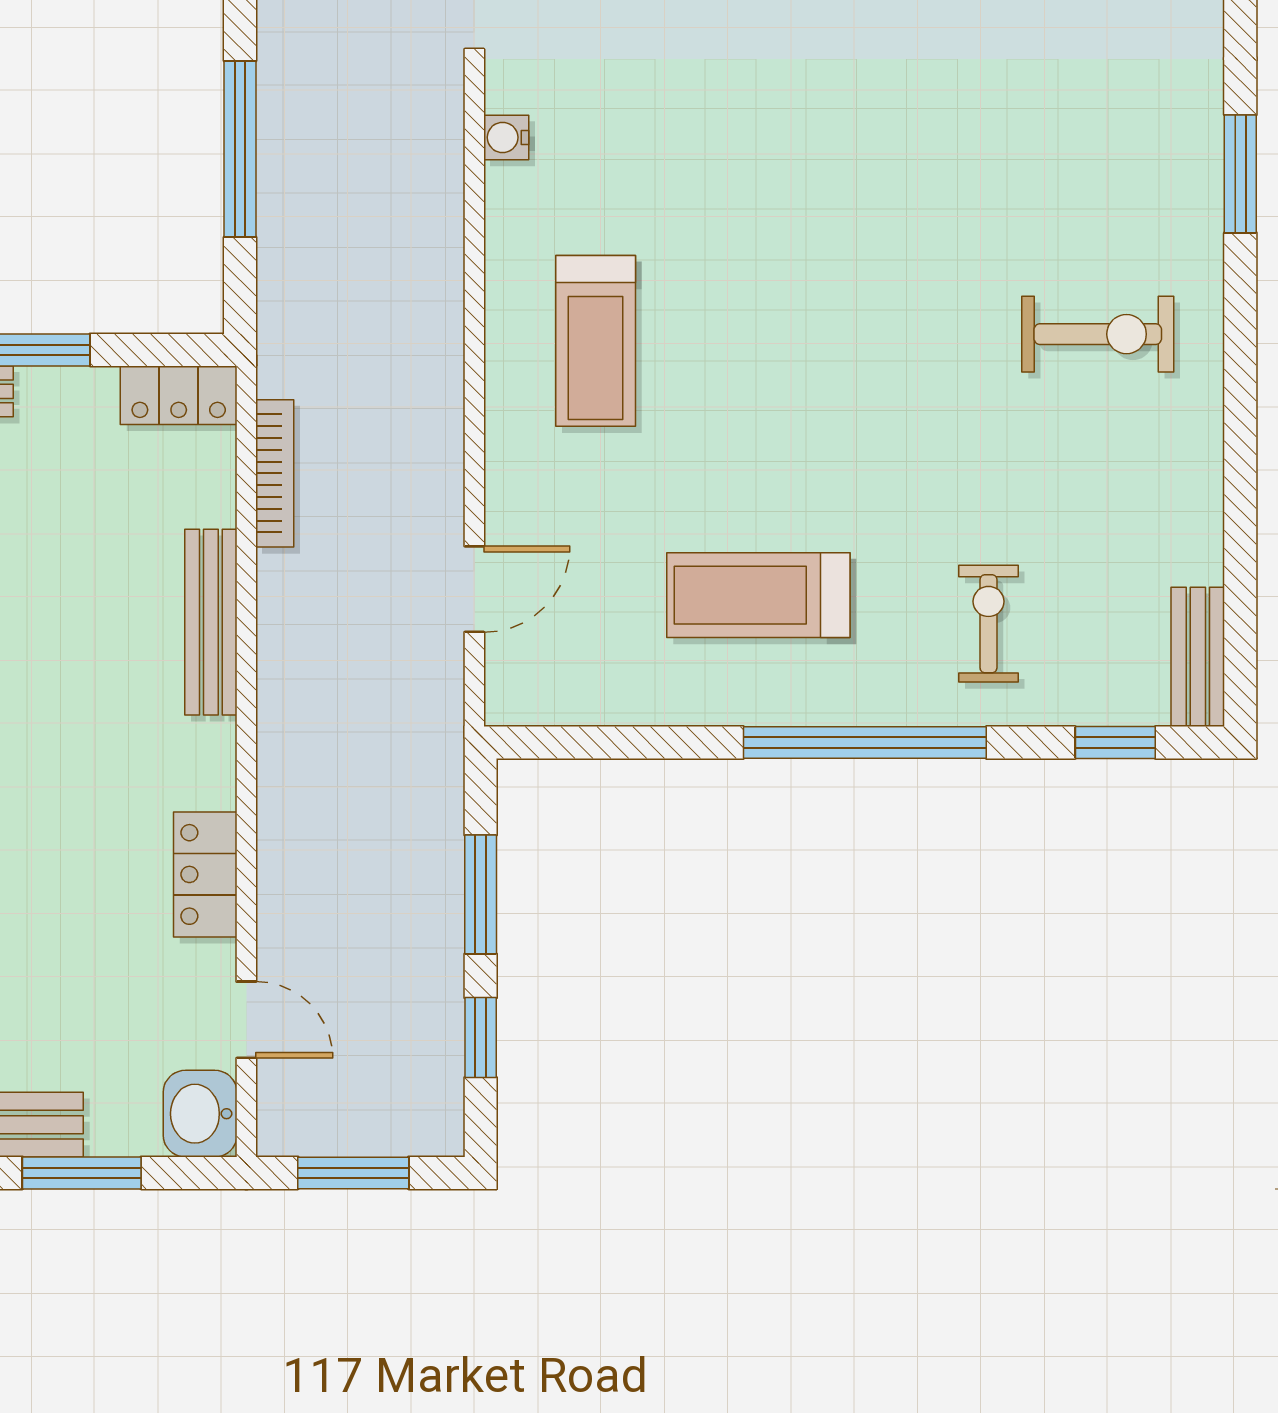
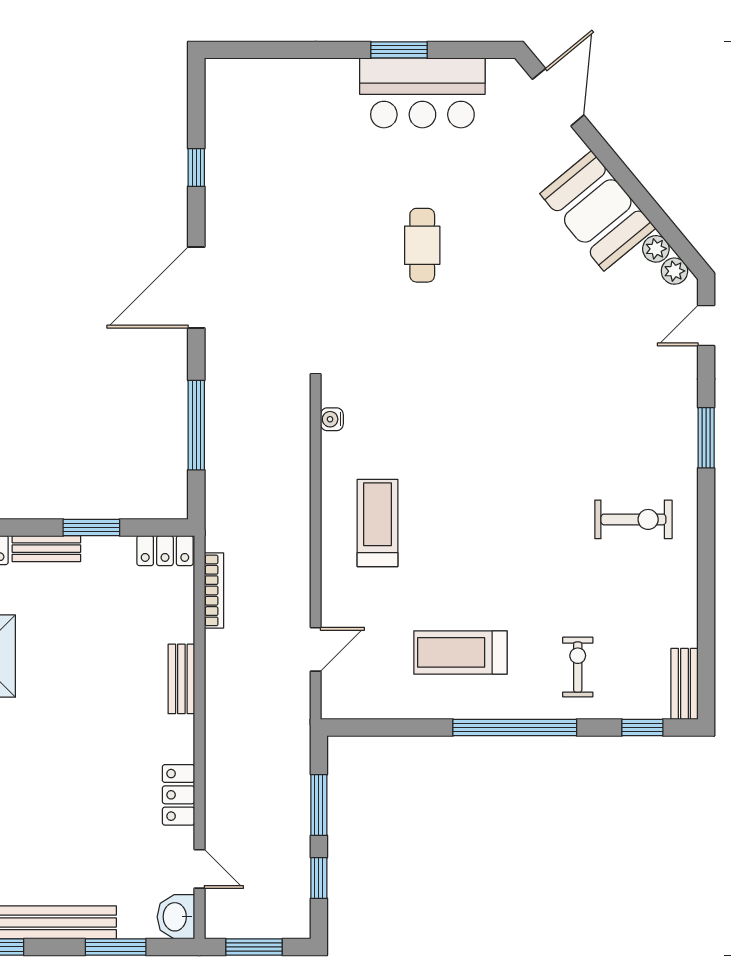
treadmill: (596, 341) -> (377, 523), turned 180
bench: (211, 622) -> (181, 679), width x0.73

